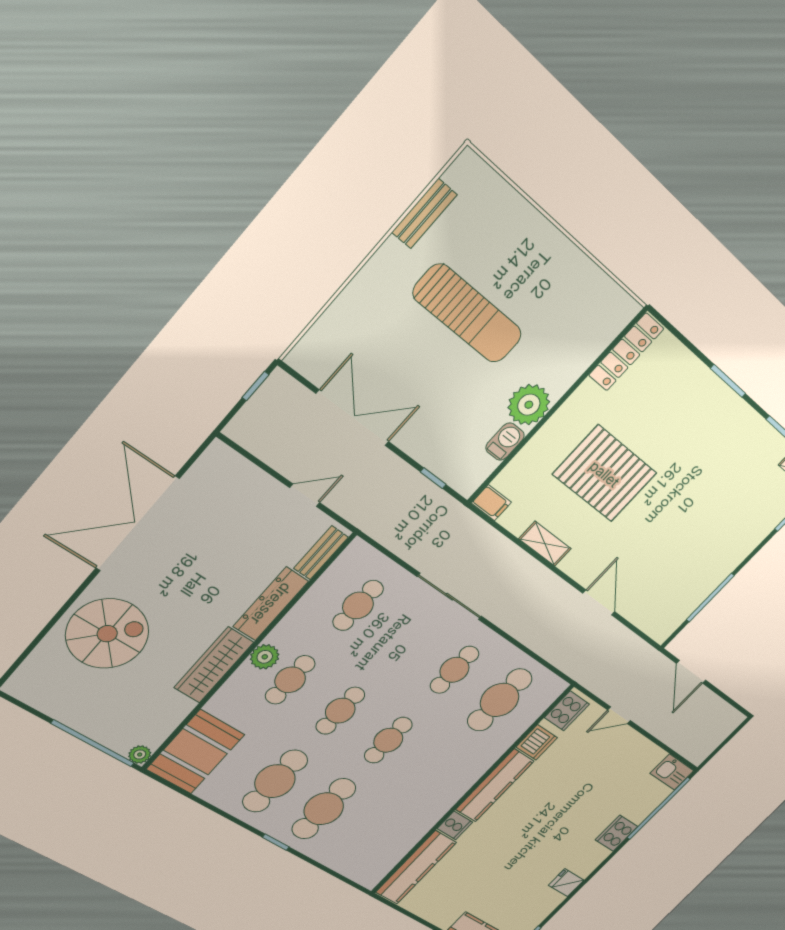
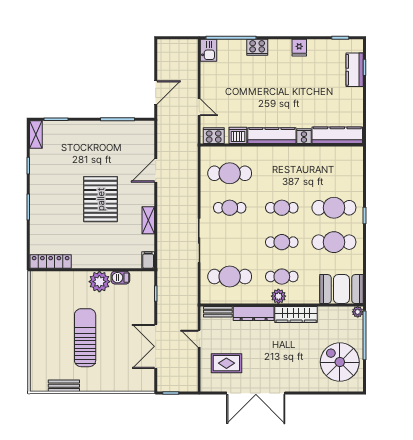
pallet: (605, 474) -> (101, 199), moved
rug: (228, 511) -> (226, 363), added
cafe table: (358, 605) -> (230, 277), width x1.37, depth x1.35
spiral stairs: (107, 634) -> (340, 362), moved

